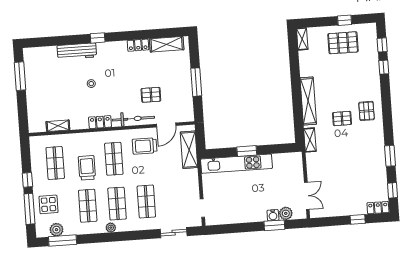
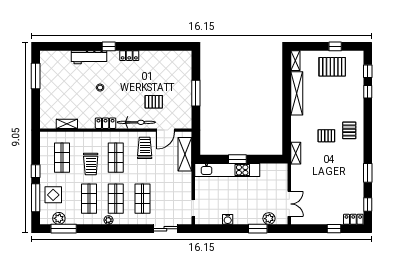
shelving: (167, 44) -> (171, 57), removed
locker: (138, 45) -> (129, 56), moved
shelving: (308, 101) -> (297, 93), moved
trolley: (145, 146) -> (145, 148), turned 90
trolley: (87, 168) -> (91, 164), turned 180
water cooler: (273, 215) -> (228, 219), moved

